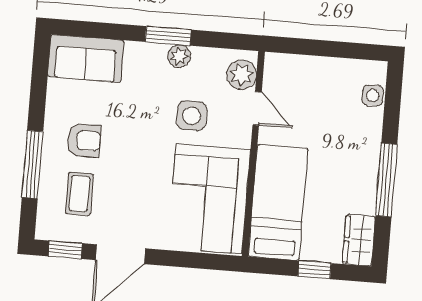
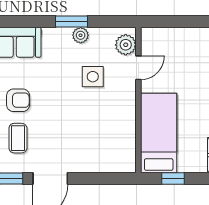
door: (257, 108) -> (138, 68), hinge flipped
corner sofa: (209, 199) -> (110, 134), removed
window: (314, 270) -> (173, 179), moved

